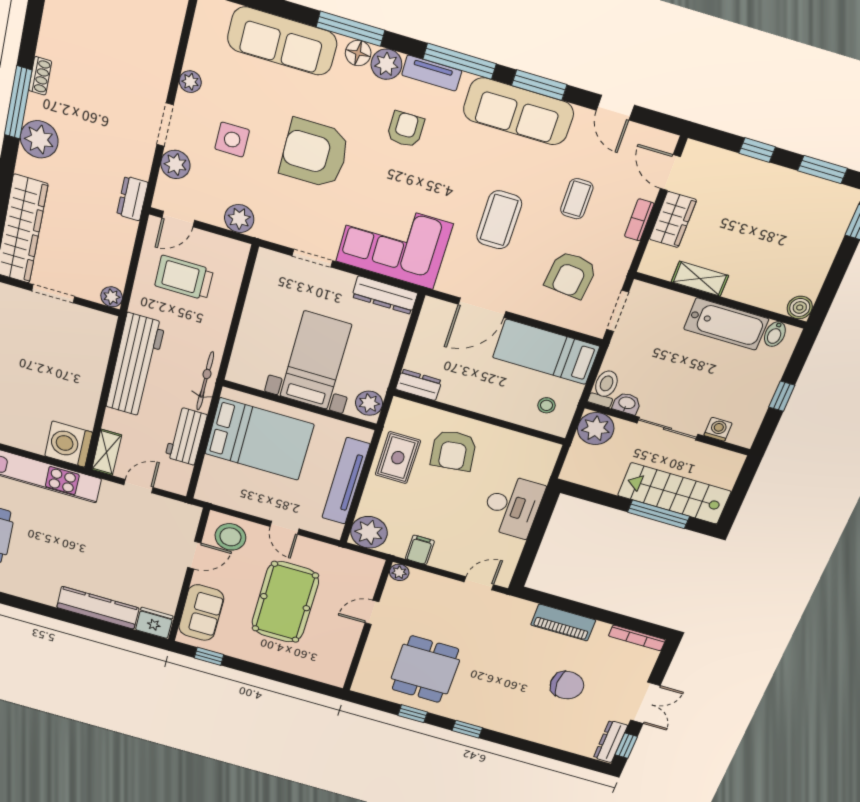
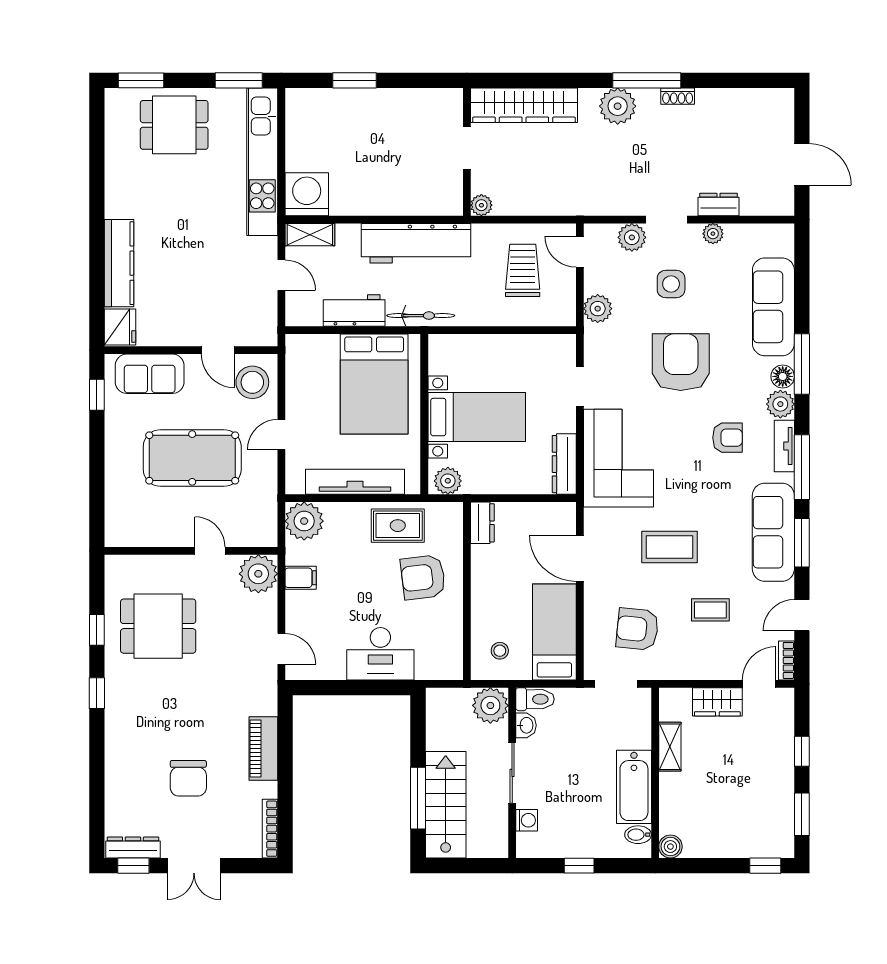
dresser: (132, 198) -> (718, 204), moved
bookcase: (639, 220) -> (786, 660), moved, turned -90
plant: (399, 572) -> (258, 574), width x1.88, depth x1.88

